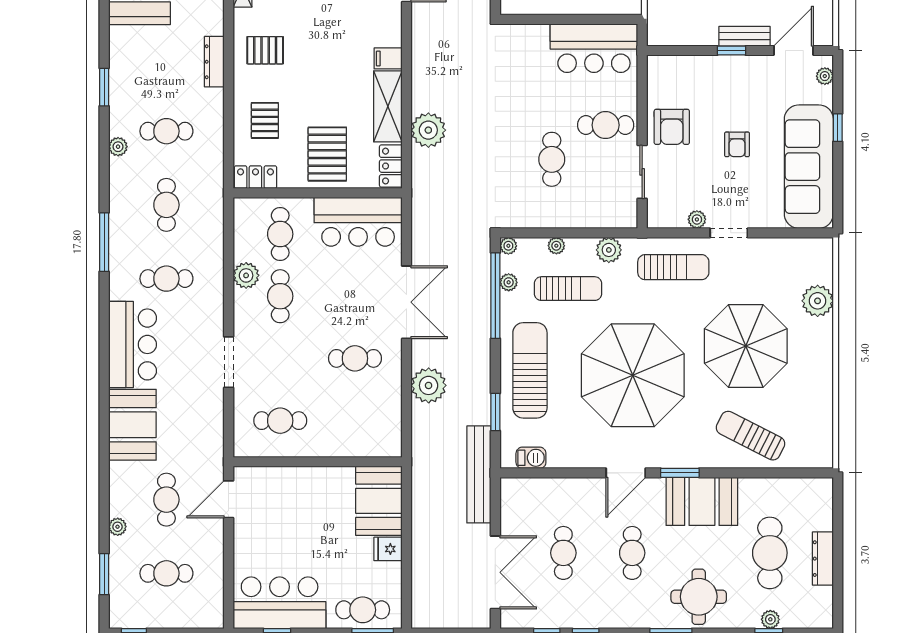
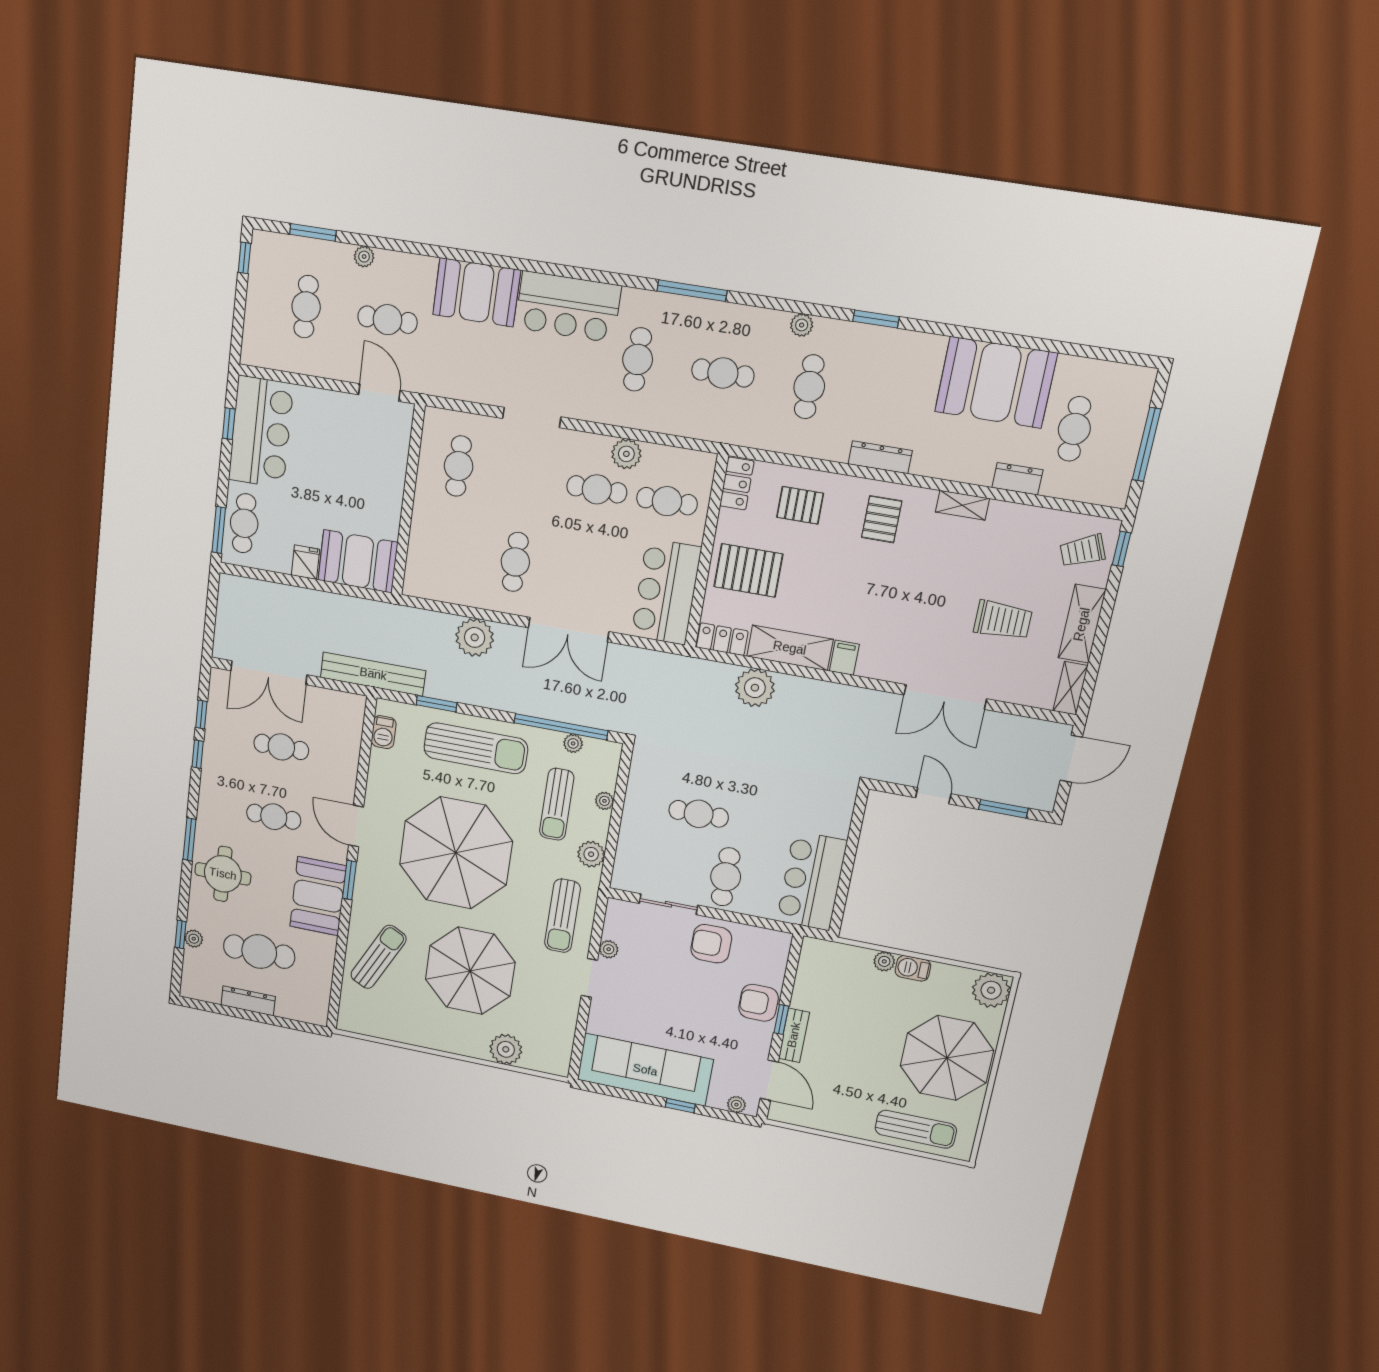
armchair: (737, 144) -> (759, 1003), moved, width x1.38, depth x1.38
plant: (508, 246) -> (613, 751), removed

